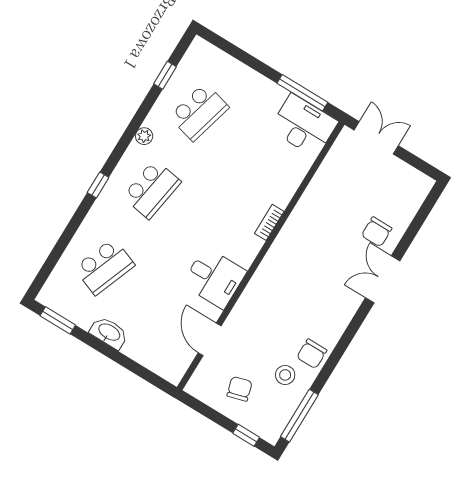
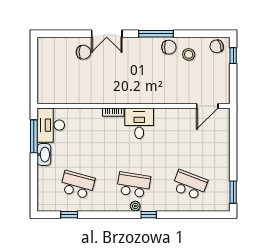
plant: (144, 136) -> (135, 206), moved
double door: (376, 138) -> (34, 83), removed
desk: (214, 278) -> (139, 123), moved
washbasin: (109, 333) -> (44, 155), moved, turned 180
door: (210, 339) -> (207, 106), moved
chair: (240, 389) -> (217, 46), moved
window: (299, 416) -> (156, 34), moved

